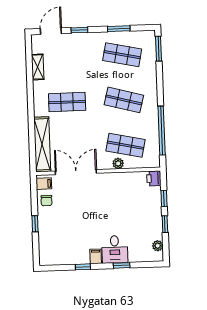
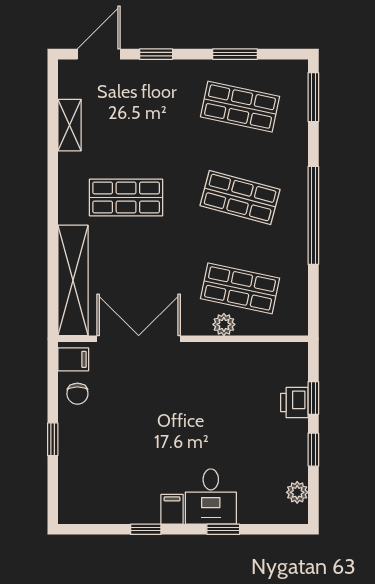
window: (162, 131) -> (313, 215), moved
printer: (154, 178) -> (294, 403), moved

